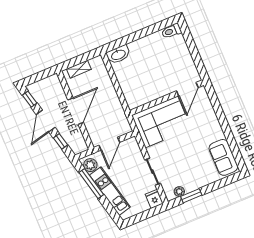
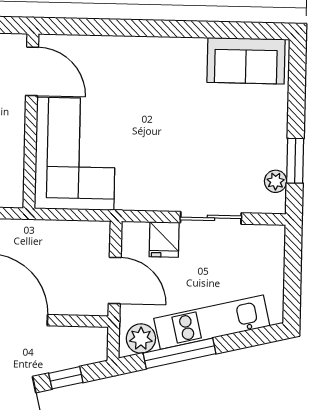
door: (187, 89) -> (32, 71), moved
wall: (167, 98) -> (31, 121), moved
corner sofa: (161, 122) -> (75, 154), moved
fridge: (154, 199) -> (164, 240), moved, turned -90

